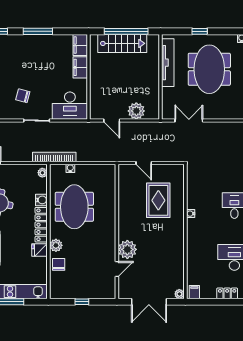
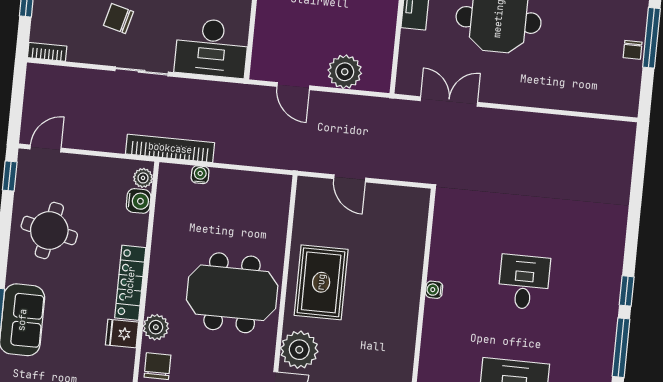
water cooler: (41, 200) -> (139, 201), moved
rug: (158, 200) -> (321, 282), moved
meeting table: (74, 207) -> (232, 293), moved, turned 90

